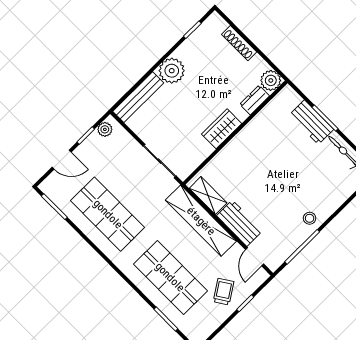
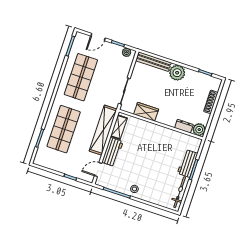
wardrobe: (222, 129) -> (146, 112), moved
door: (62, 160) -> (98, 37), hinge flipped
trolley: (224, 292) -> (71, 162), removed

